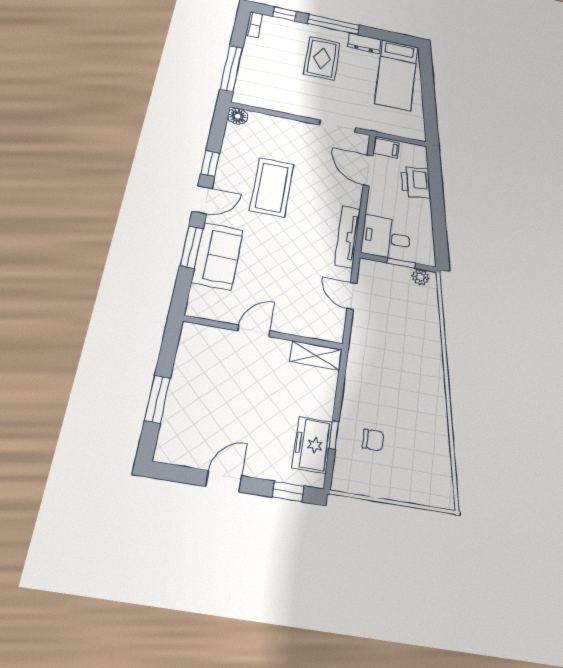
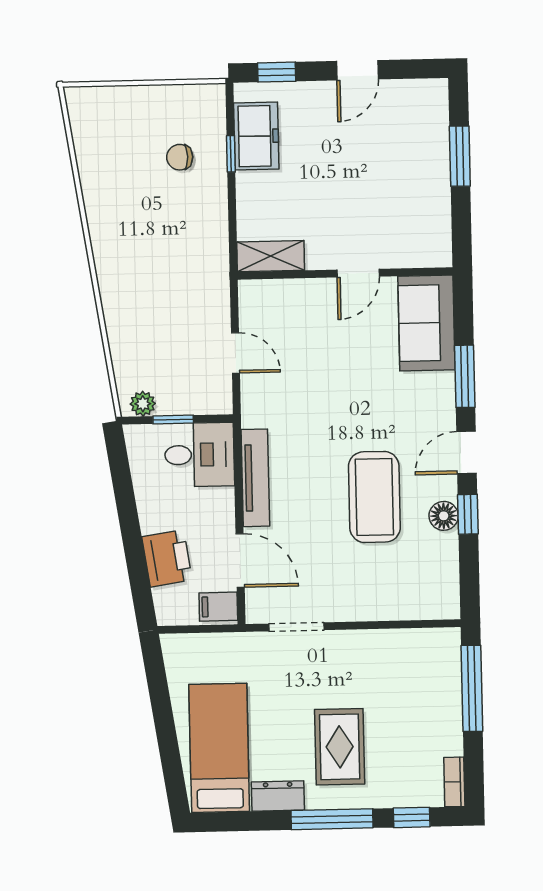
floor lamp: (238, 116) -> (444, 516), moved
tv unit: (348, 237) -> (255, 478), moved
sofa: (218, 256) -> (426, 323), moved

